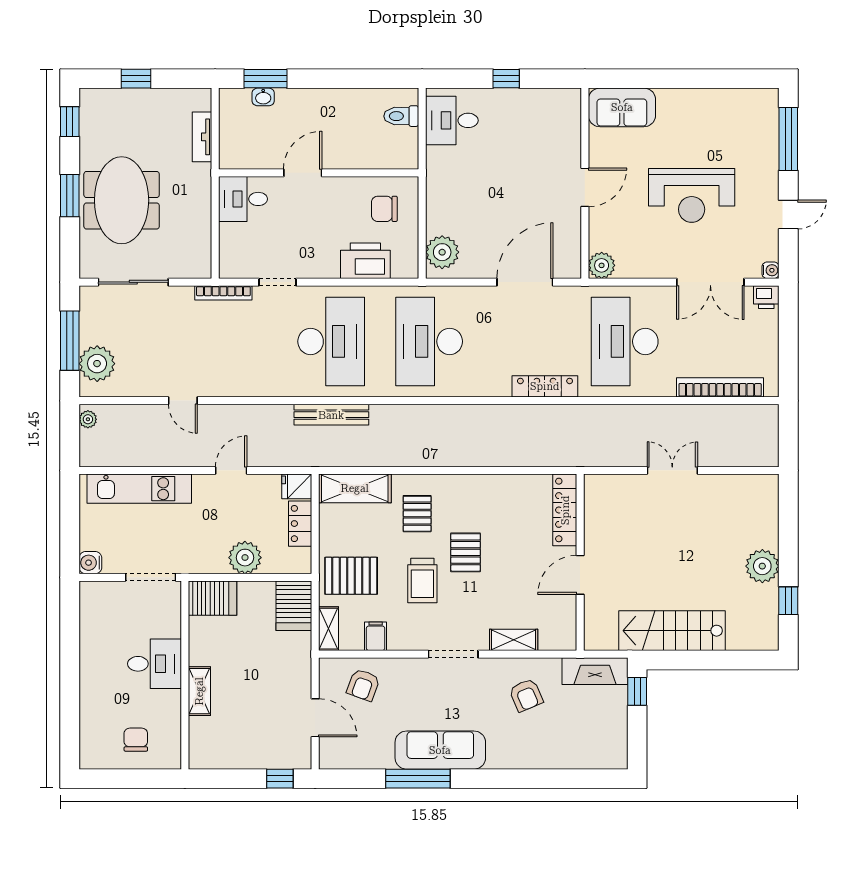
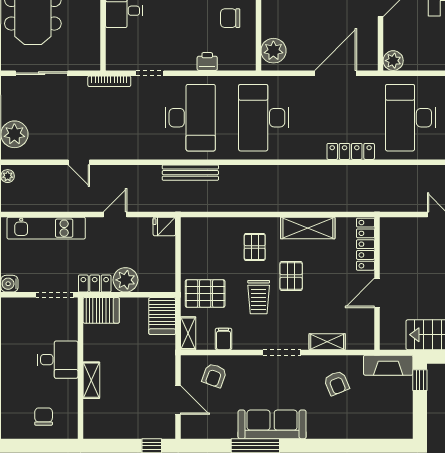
printer: (365, 261) -> (207, 62), width x0.53, depth x0.68
shelving: (355, 488) -> (308, 228), moved
locker: (300, 524) -> (95, 284), moved, turned 90

